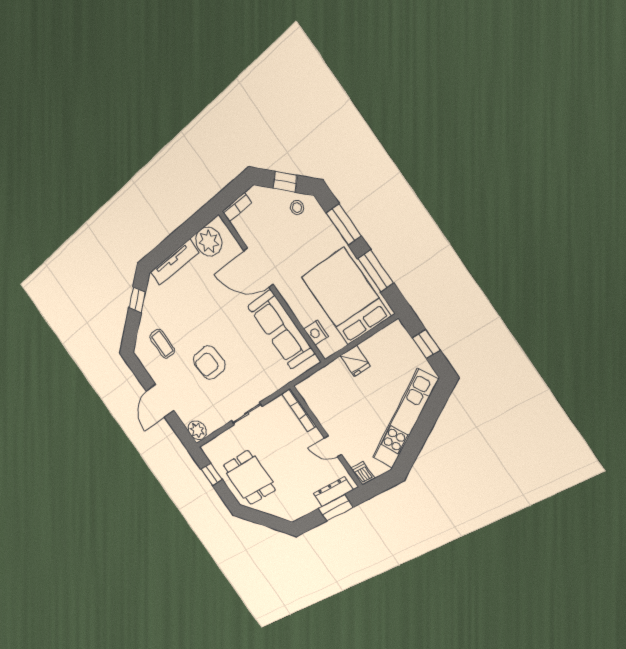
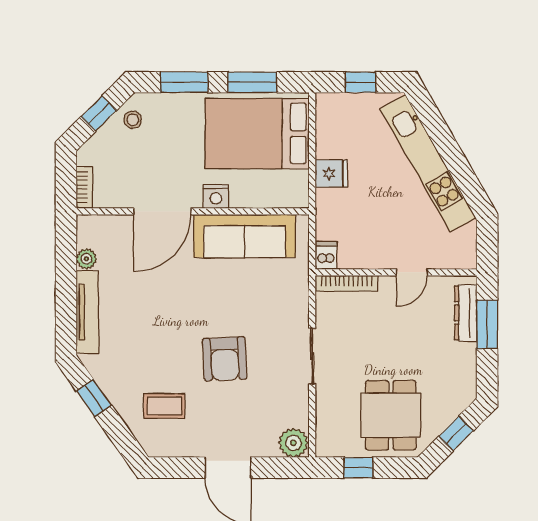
plant: (209, 241) -> (86, 259), width x0.53, depth x0.53
nightstand: (316, 333) -> (216, 196), moved
dishwasher: (363, 473) -> (326, 255), moved, turned 90
dining table: (249, 478) -> (391, 415), turned 90
window: (266, 520) -> (456, 433), added

